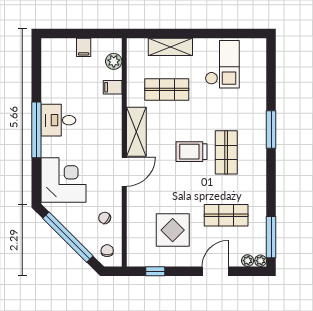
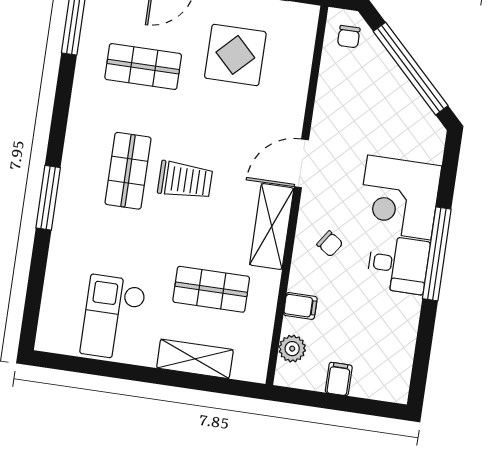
corner desk: (63, 180) -> (399, 198), moved
chair: (105, 218) -> (330, 244), moved

